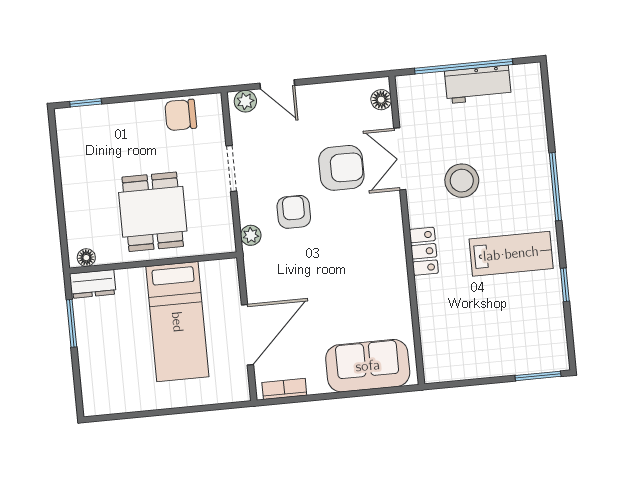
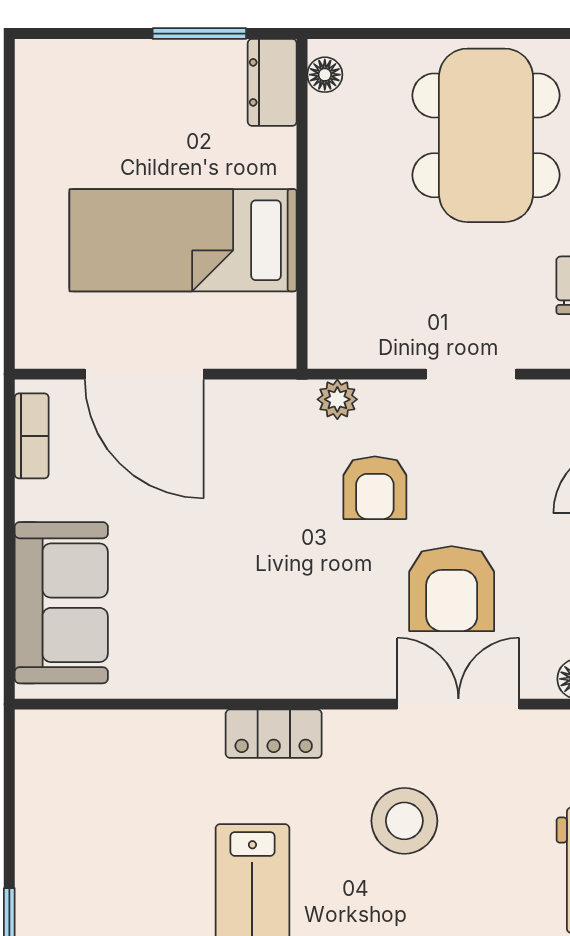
dining table: (153, 212) -> (486, 135), moved, width x1.38
armchair: (294, 212) -> (375, 488), turned 90

